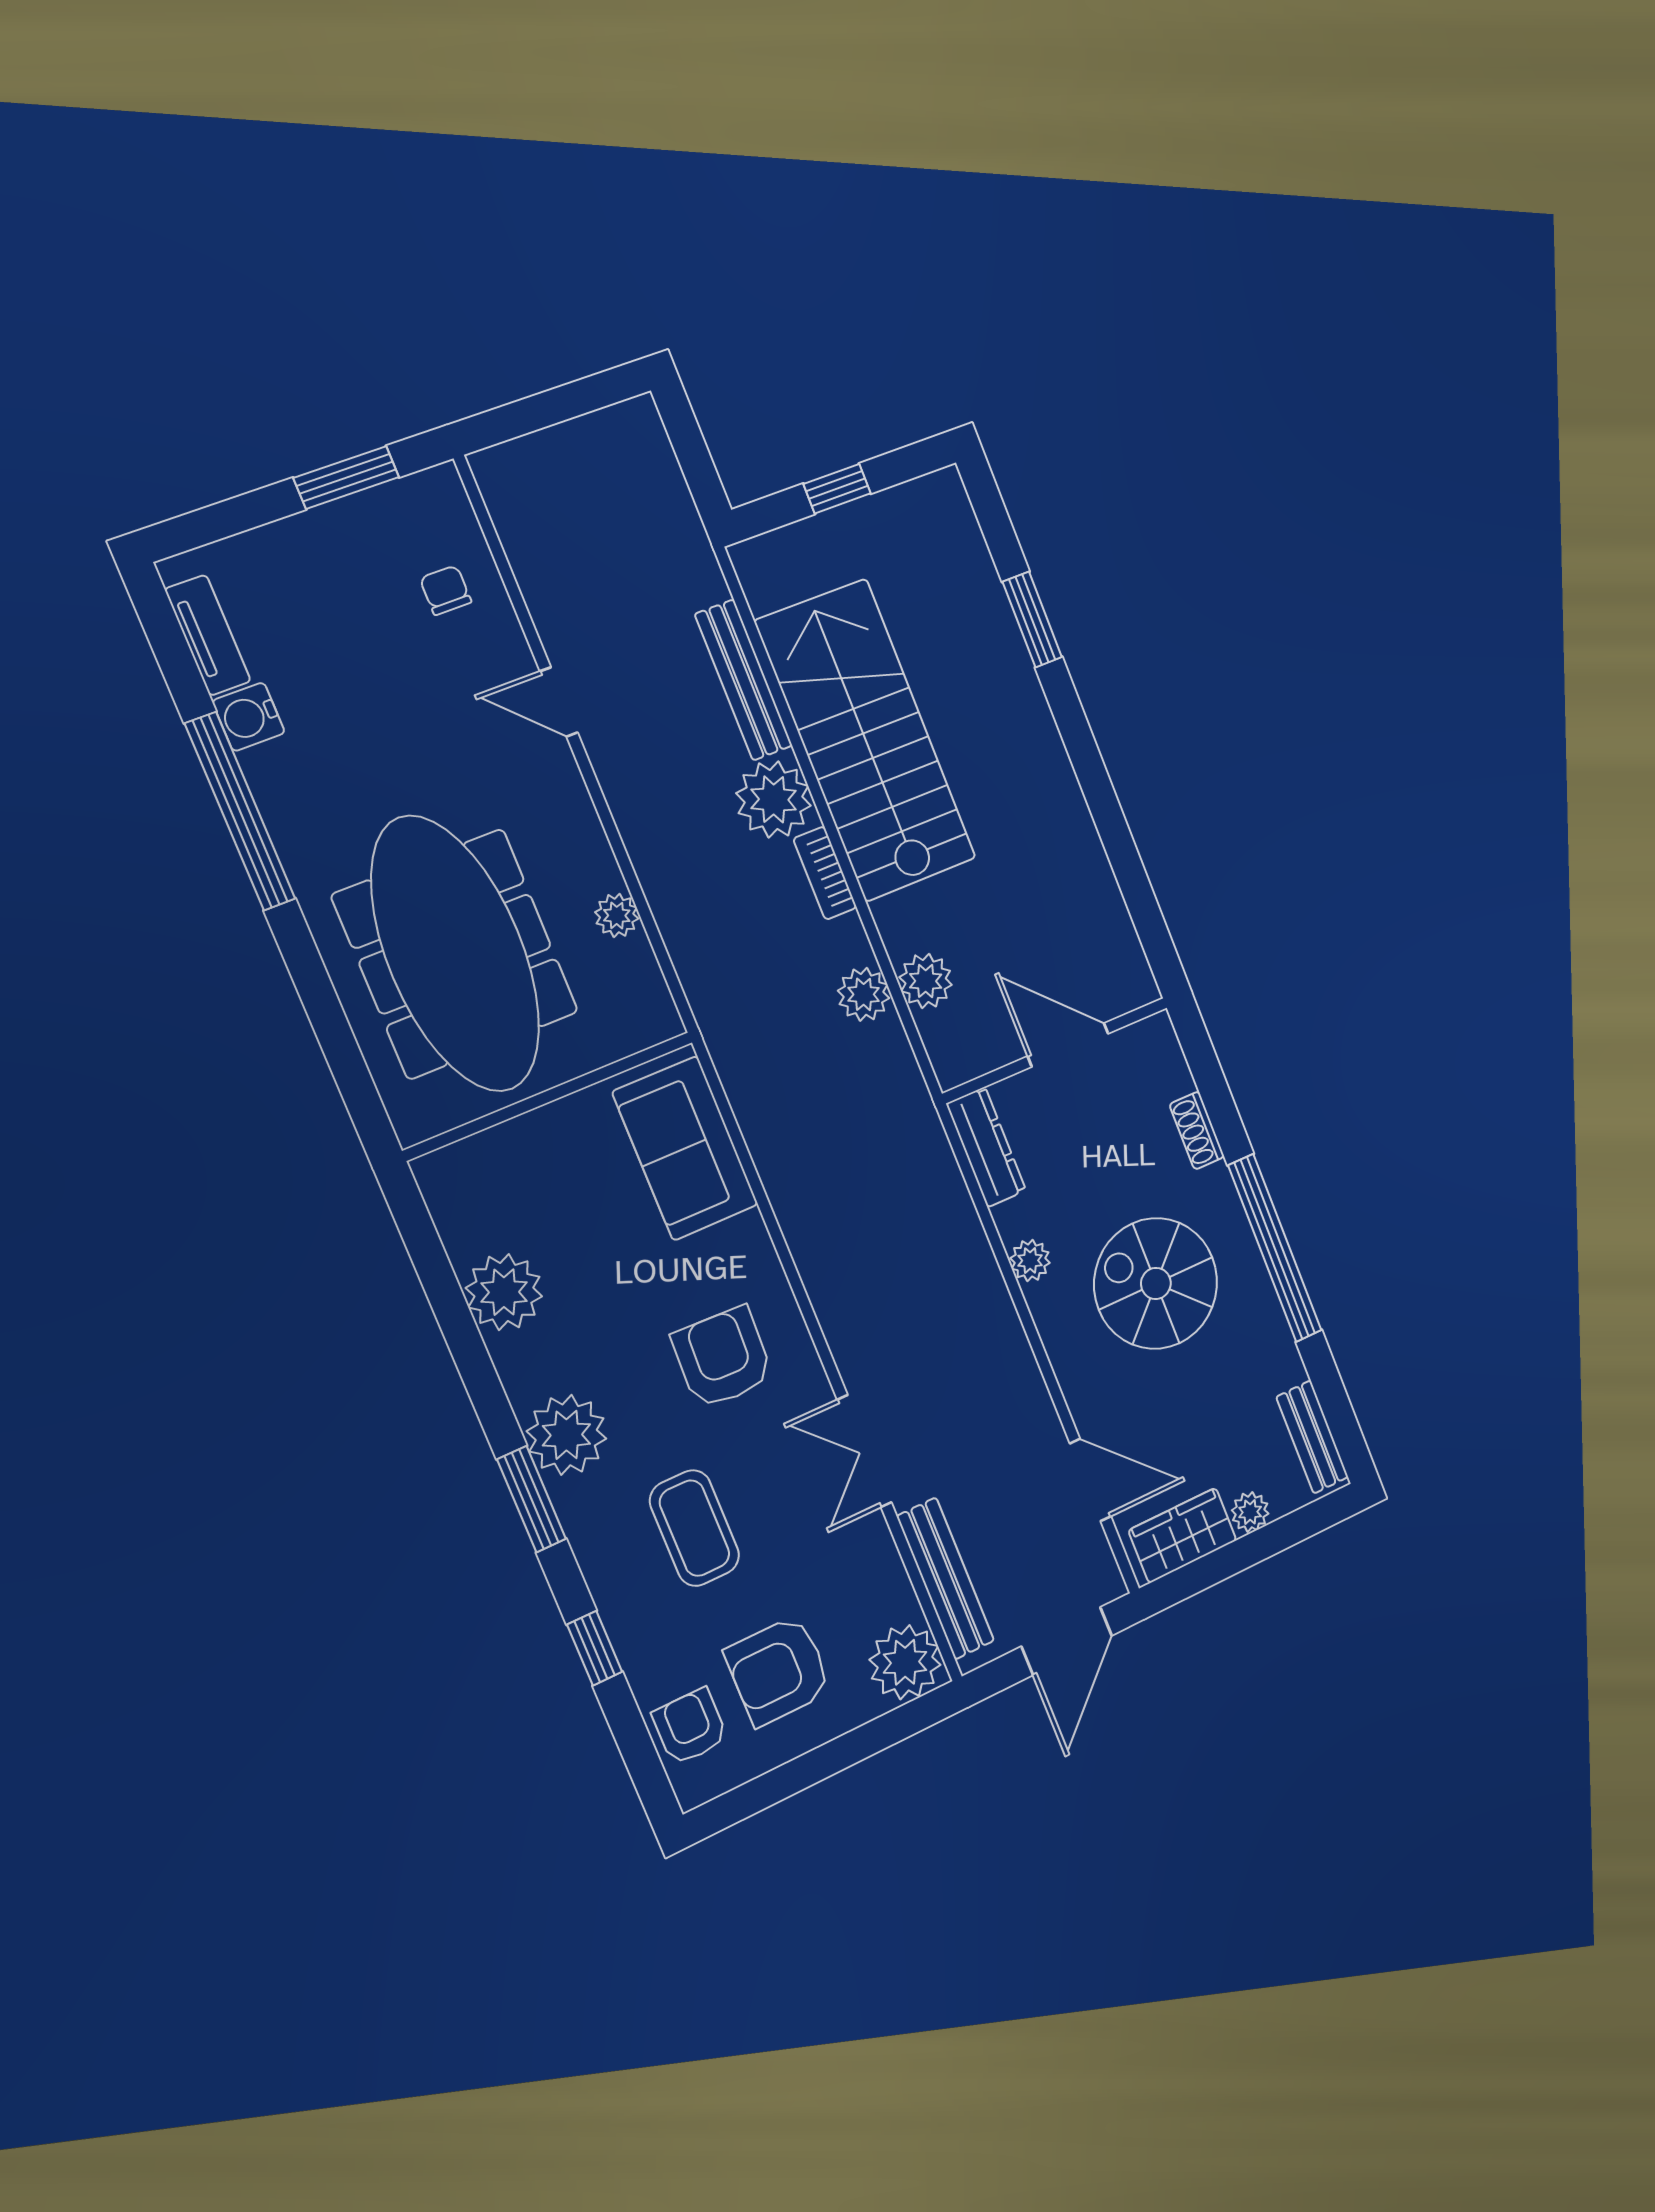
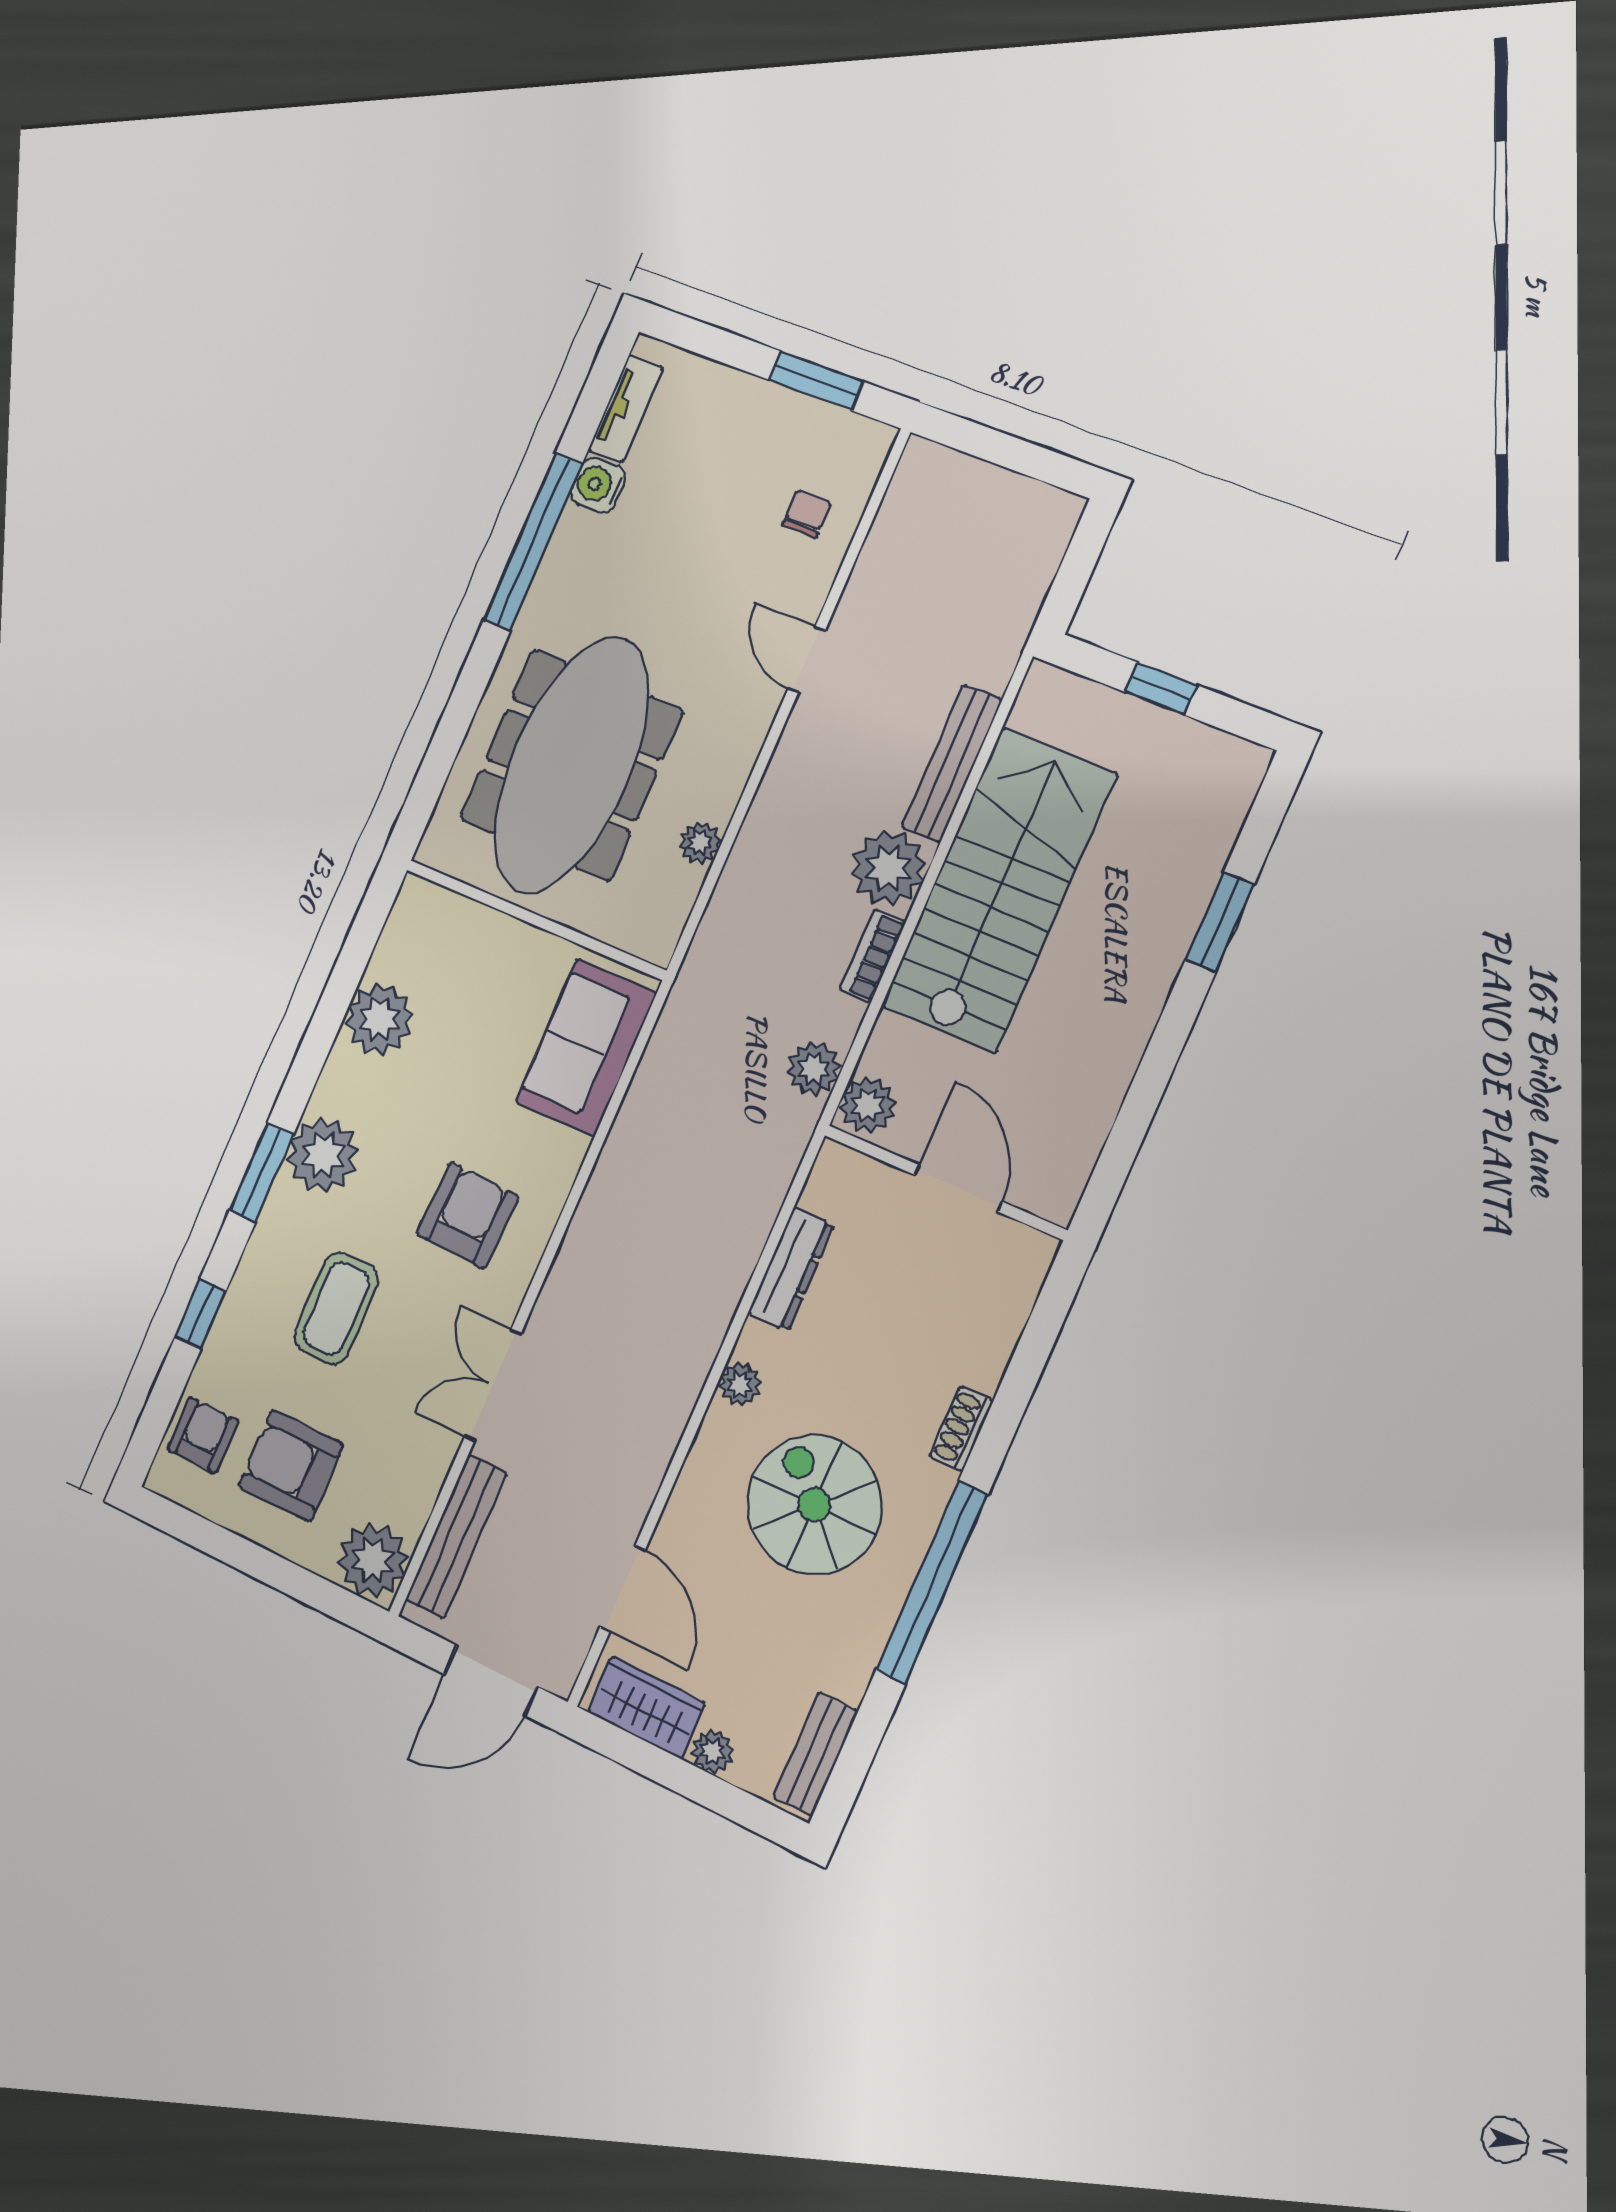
door: (1068, 1045) -> (958, 1188), moved
wall: (1056, 1050) -> (945, 1182), moved

